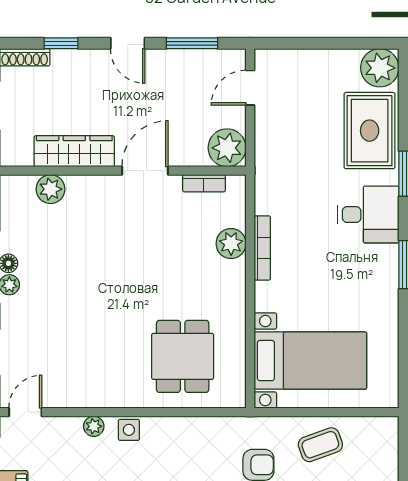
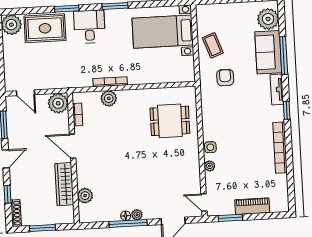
bed with nightstands: (310, 361) -> (163, 32), moved, turned -90

